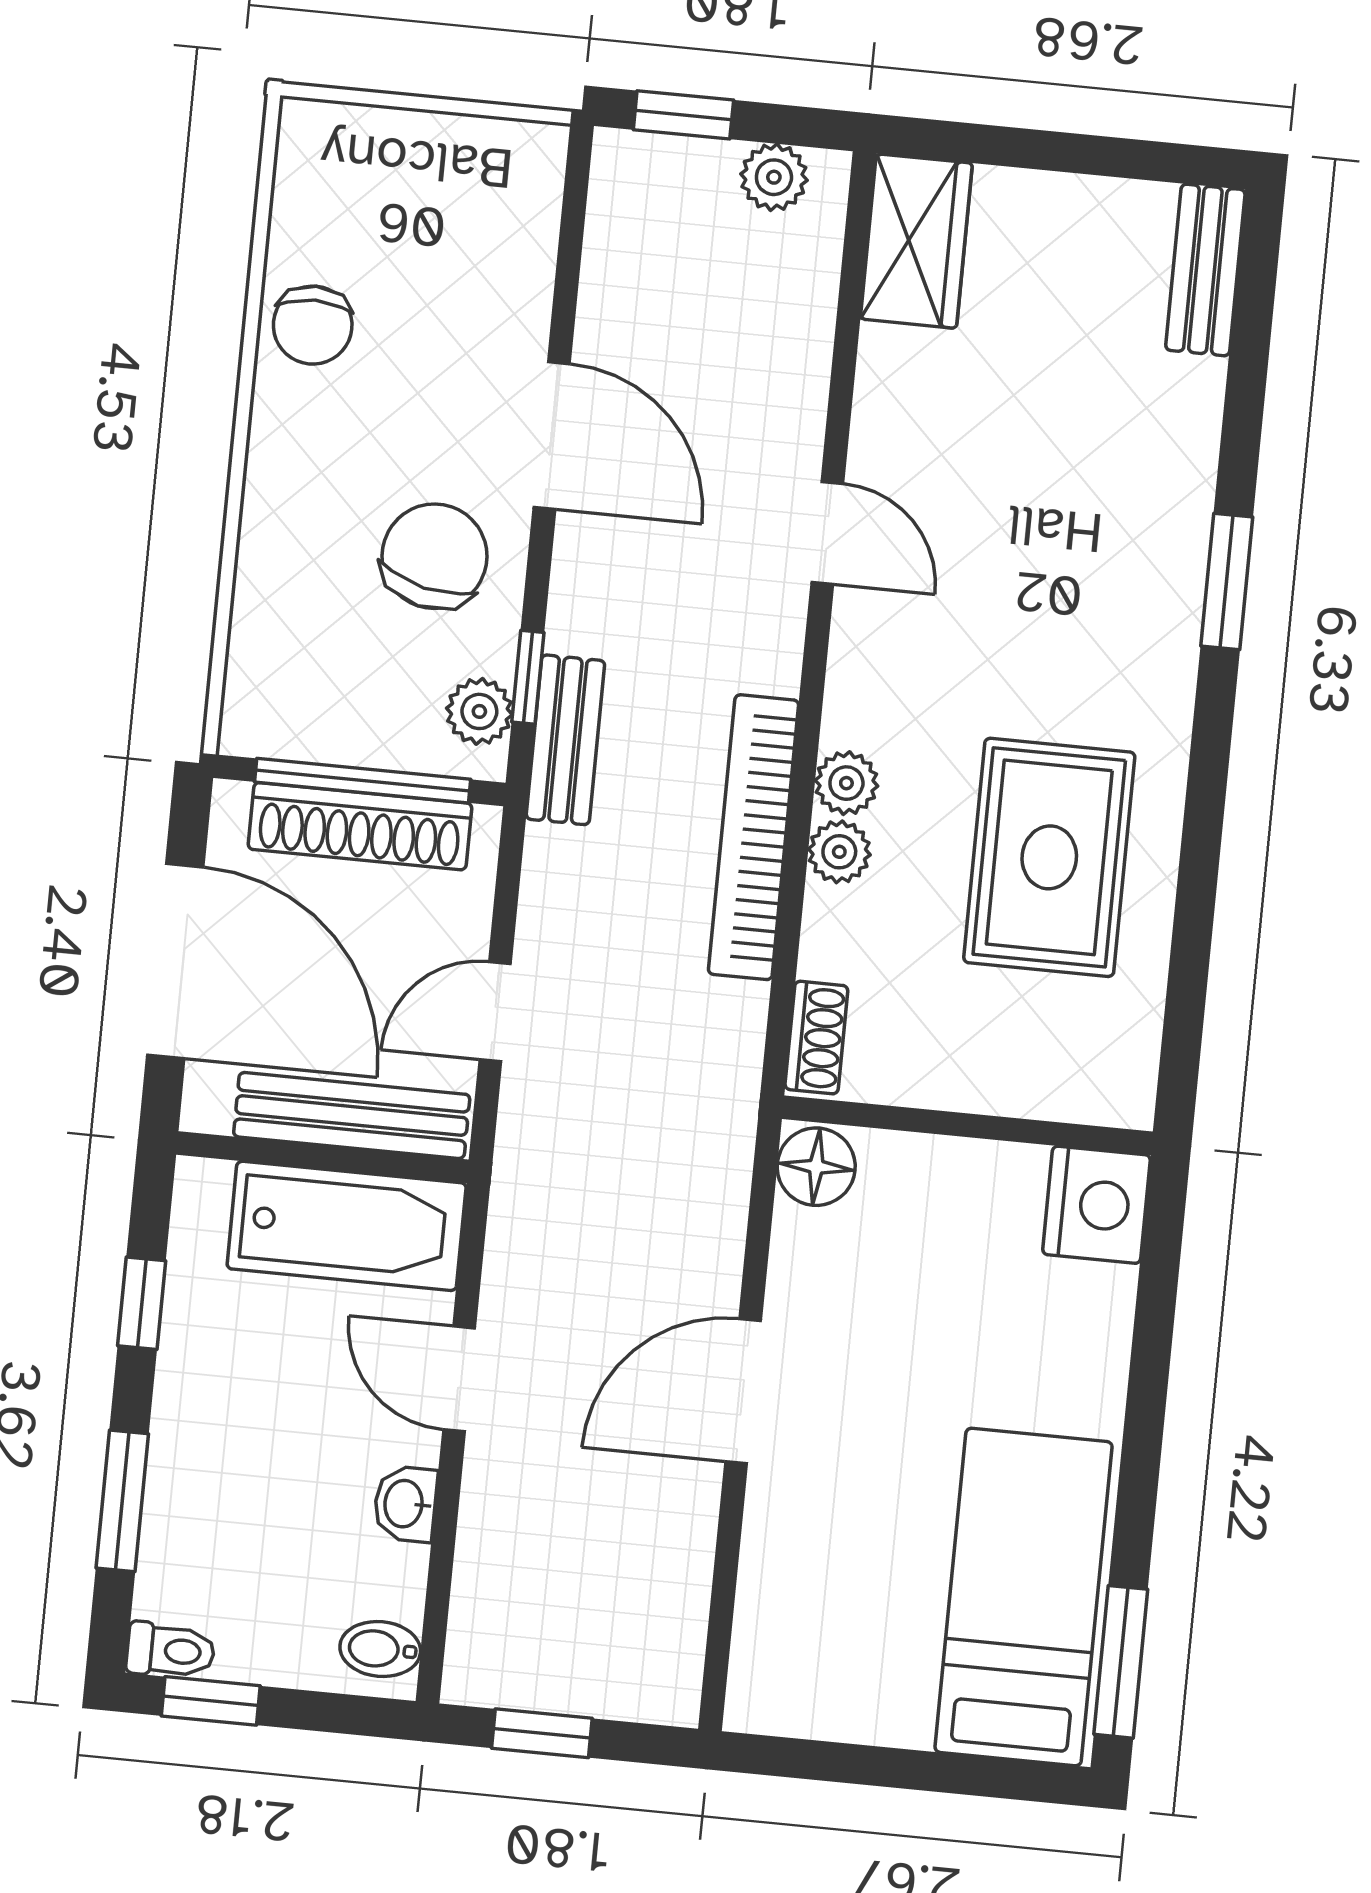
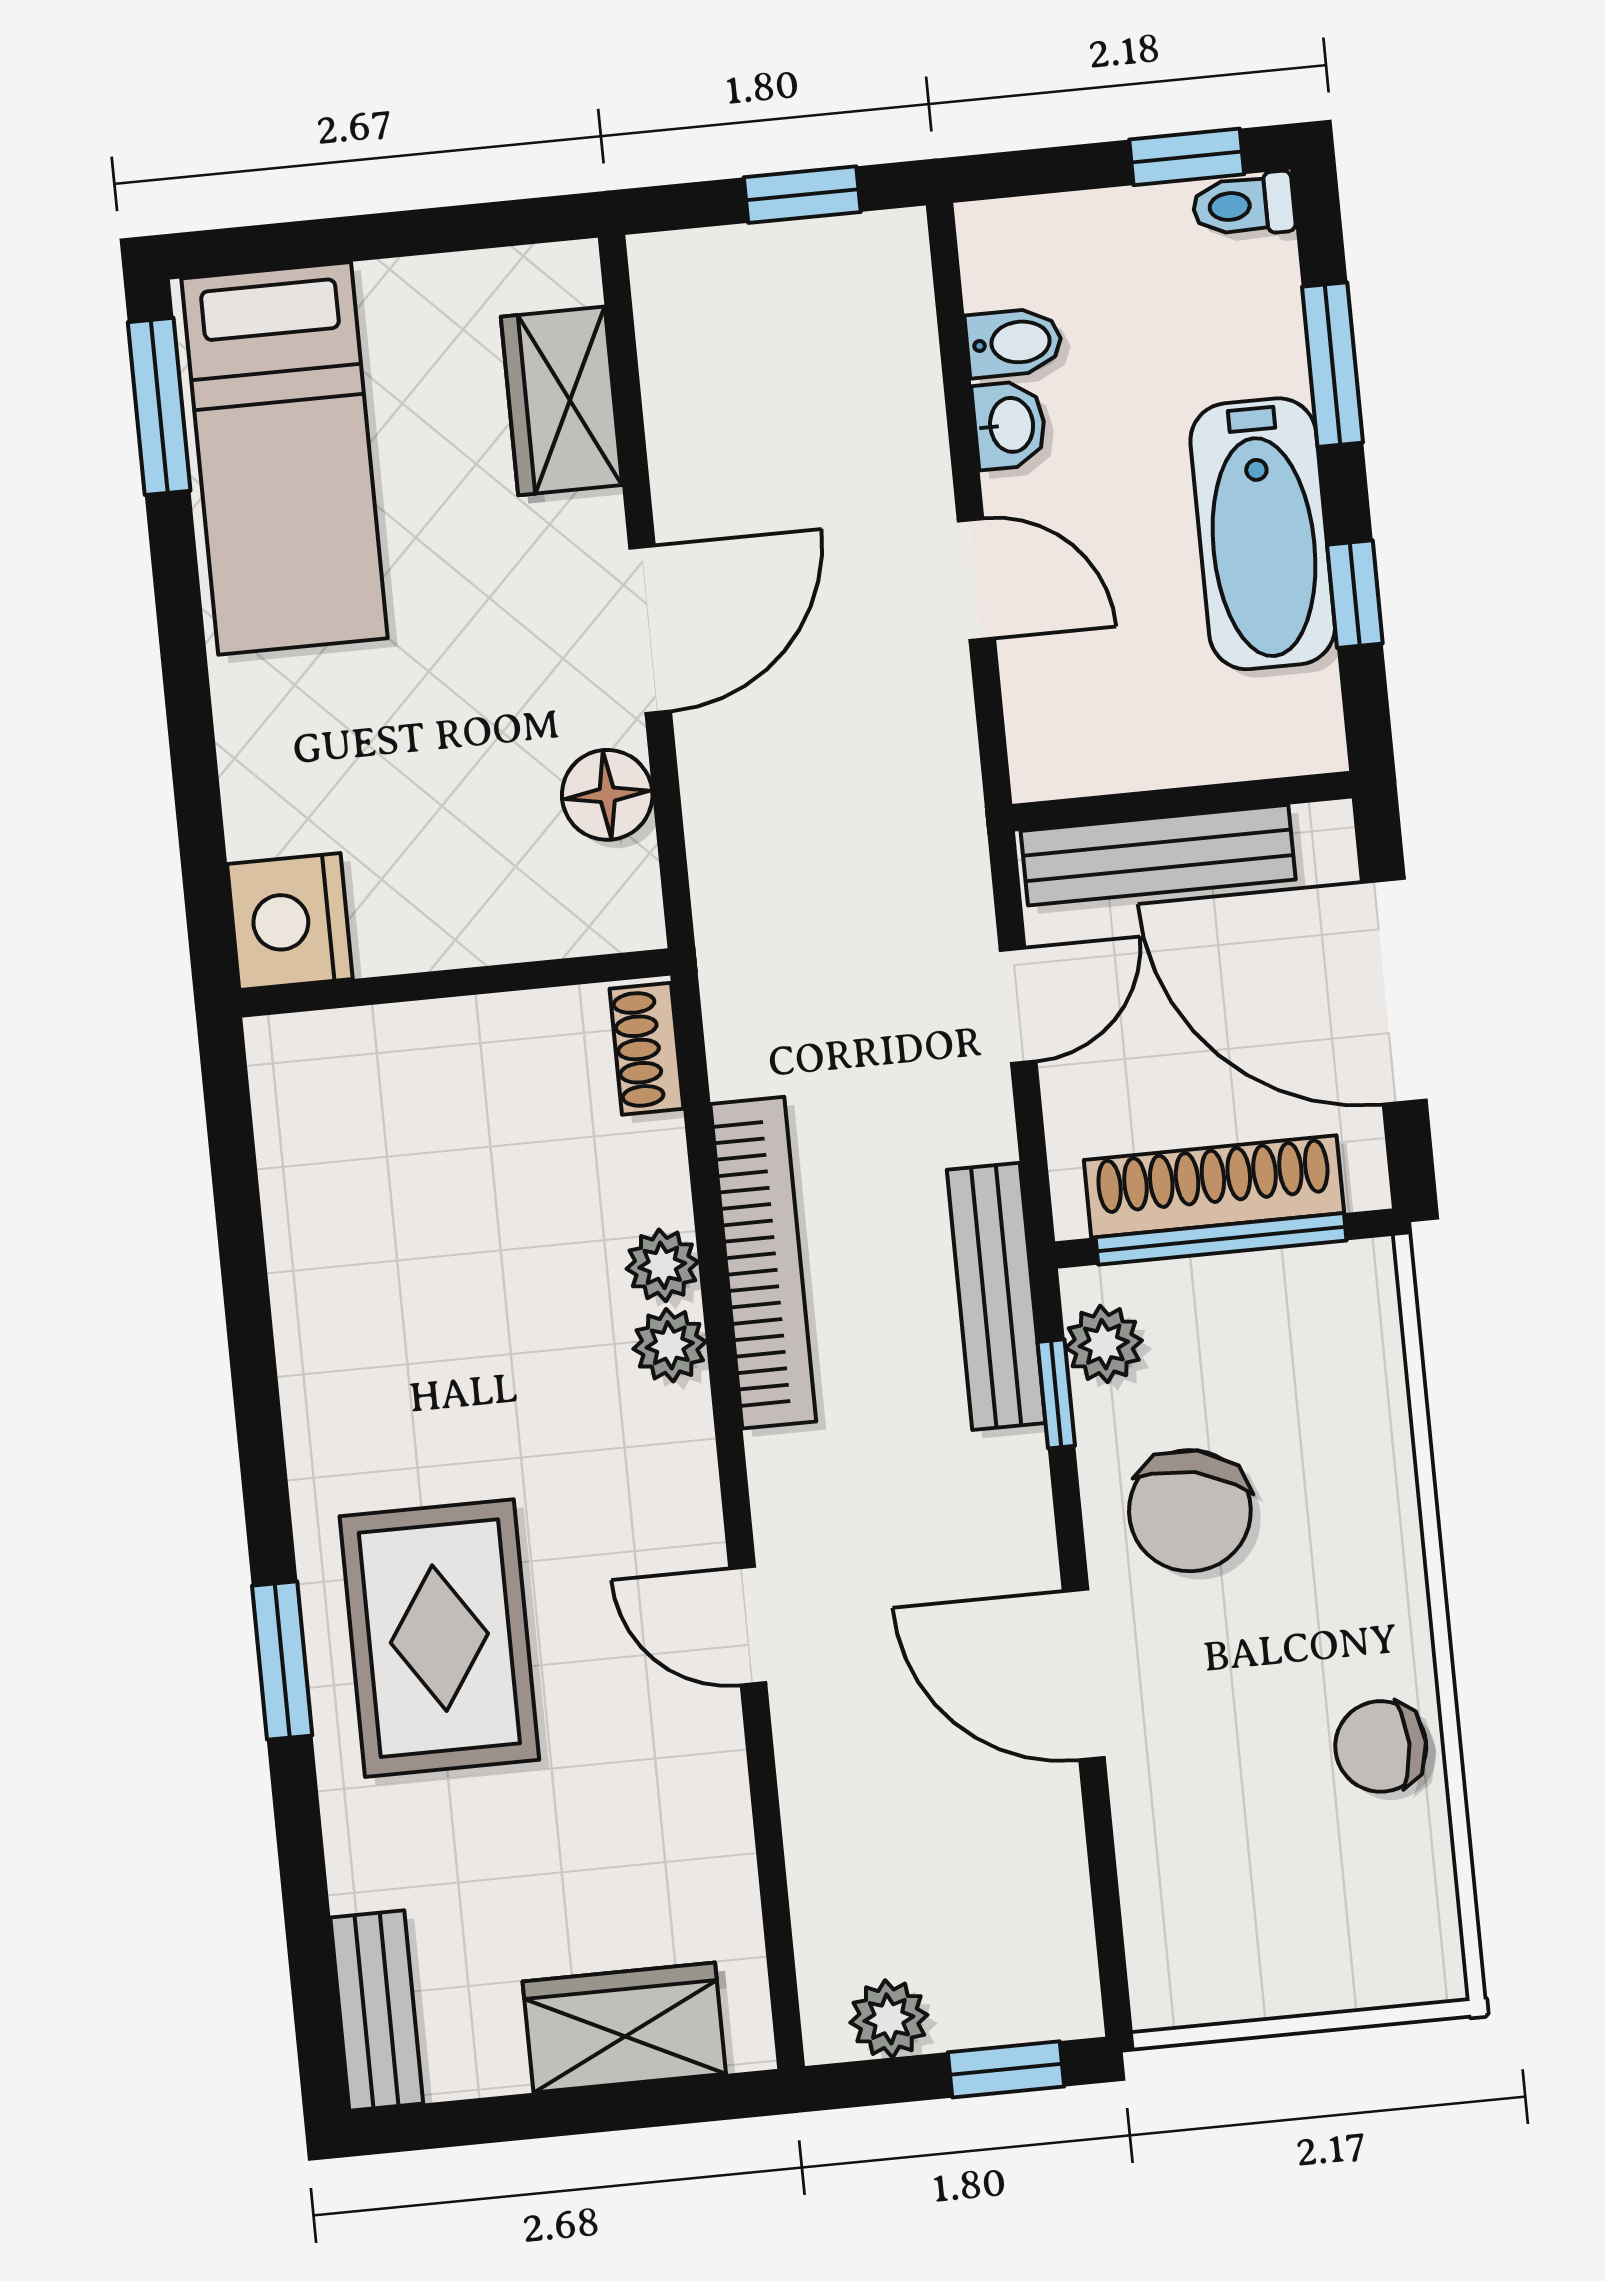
wardrobe: (916, 241) -> (624, 2028), moved, turned 90
chair: (313, 325) -> (1381, 1746), turned -90
bench: (565, 740) -> (996, 1296), width x1.36
rug: (1049, 857) -> (439, 1638), moved
floor lamp: (816, 1167) -> (607, 795), moved
bathtub: (347, 1226) -> (1263, 534), moved, turned -90
wardrobe: (780, 1599) -> (562, 401), added
bidet: (380, 1649) -> (1014, 343), moved

